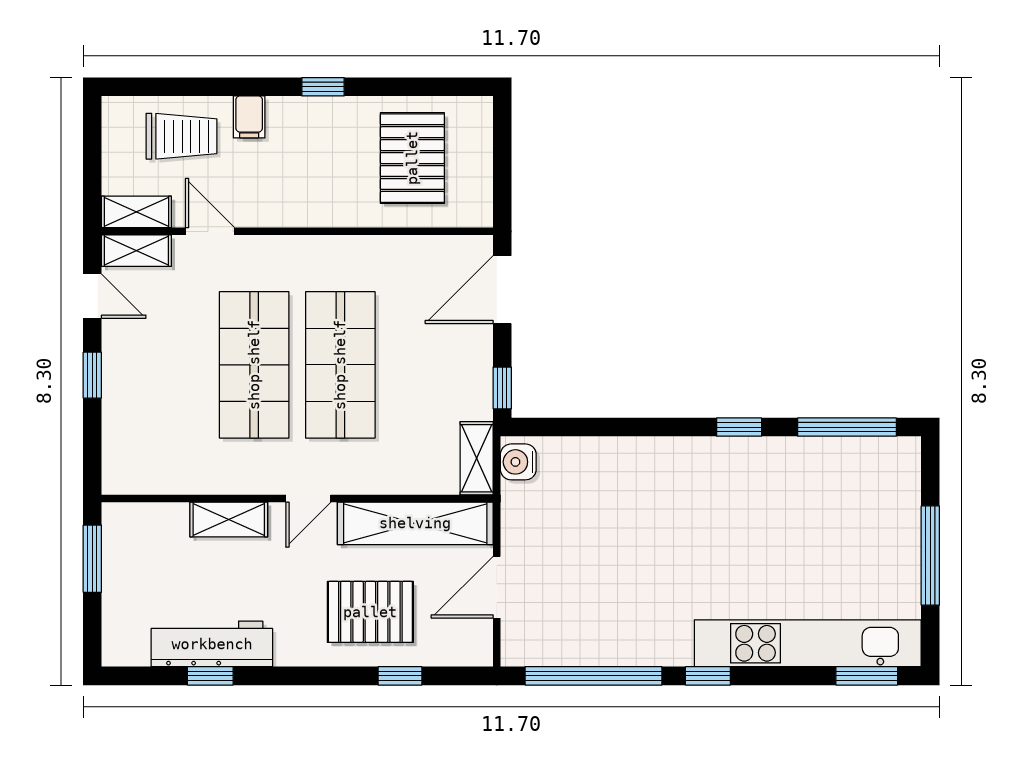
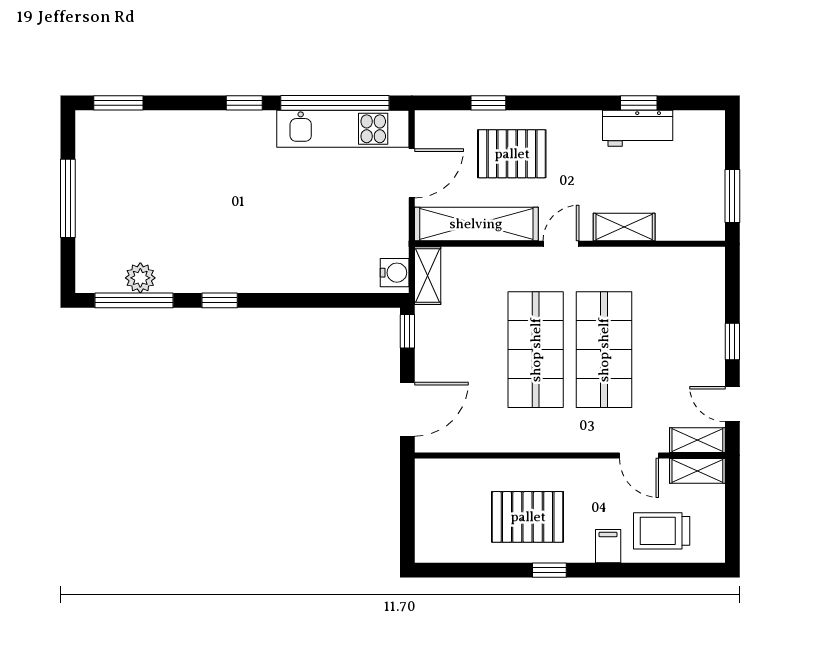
pallet: (412, 158) -> (528, 517), moved, turned 90
plant: (839, 455) -> (140, 278), added
kitchen unit: (808, 643) -> (343, 129), moved, width x0.73
workbench: (212, 644) -> (638, 128), width x0.73

